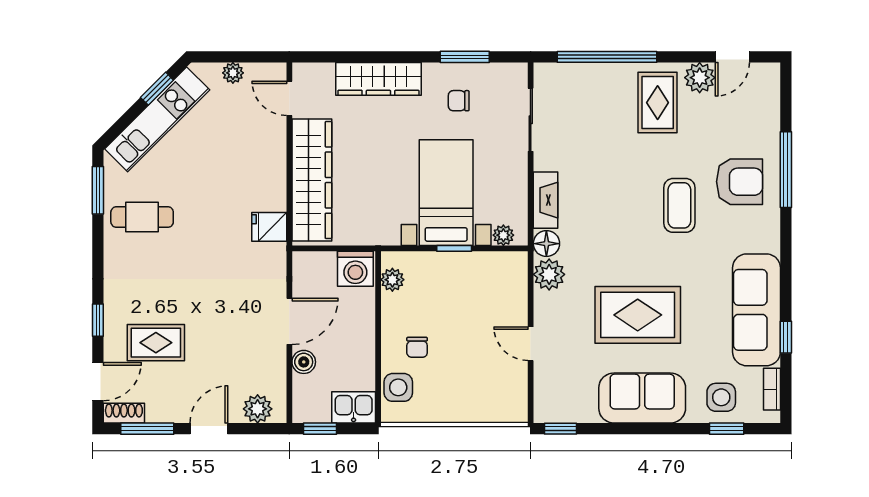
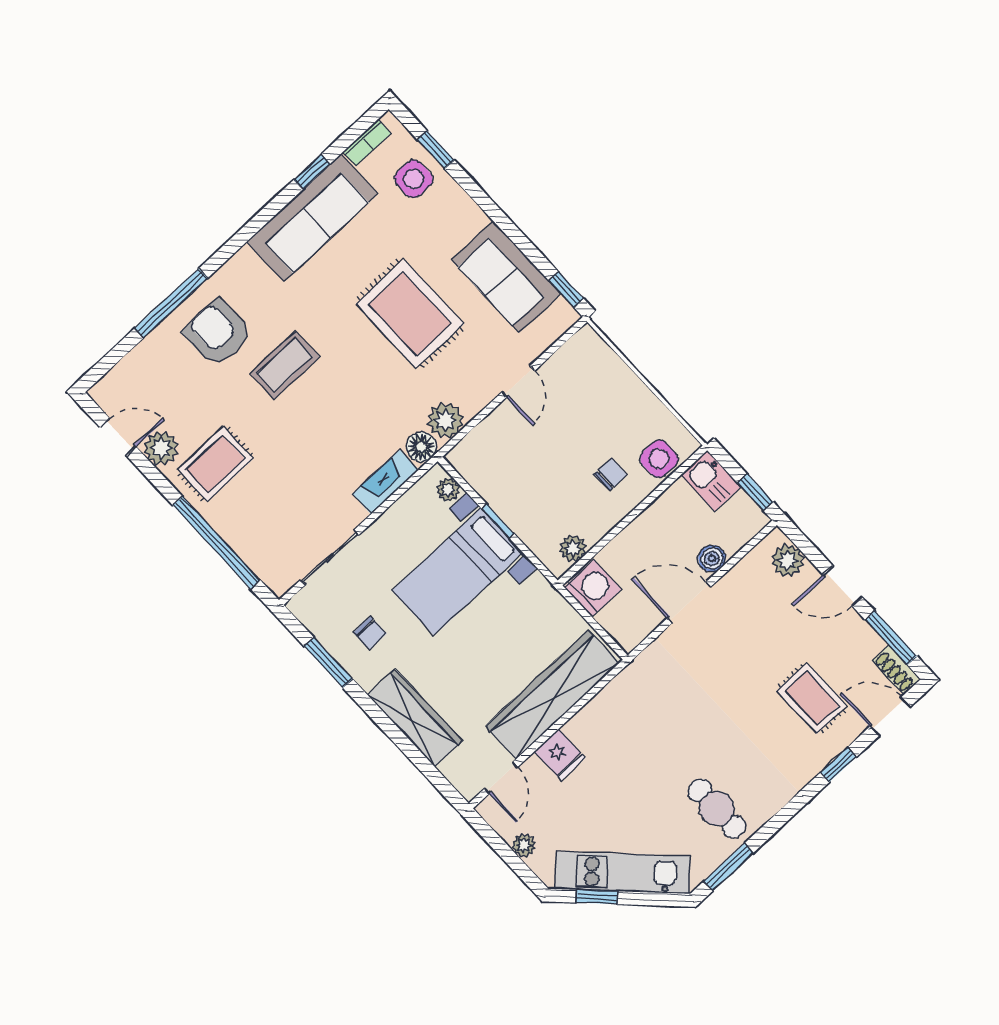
fridge: (269, 227) -> (560, 755), moved
sofa: (642, 398) -> (506, 277), moved

